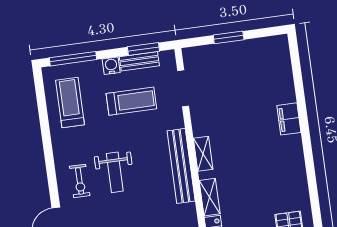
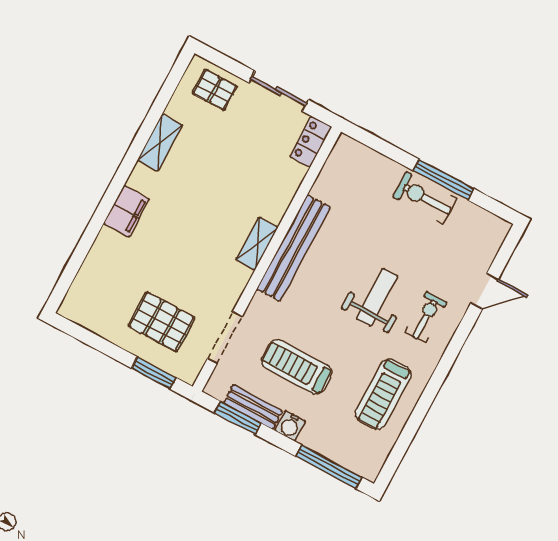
window: (229, 37) -> (154, 373), moved
pallet: (225, 72) -> (162, 322), added
treadmill: (70, 103) -> (383, 394), moved
shelving: (210, 197) -> (160, 143), moved

